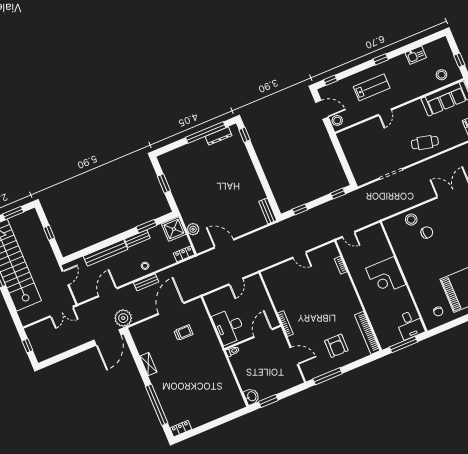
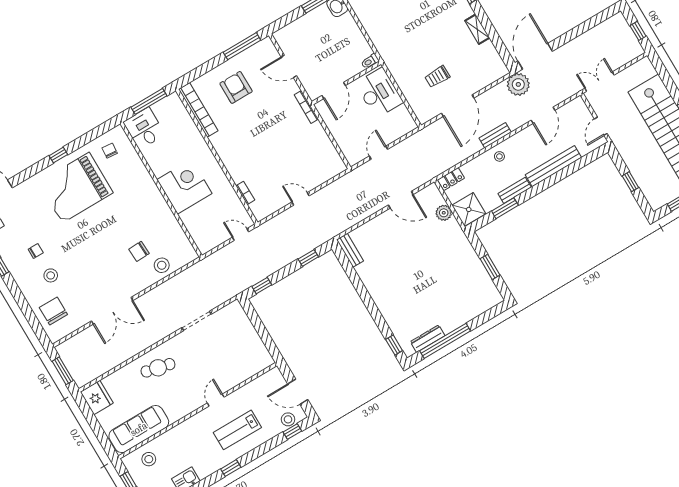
stool: (337, 120) -> (288, 419), moved

